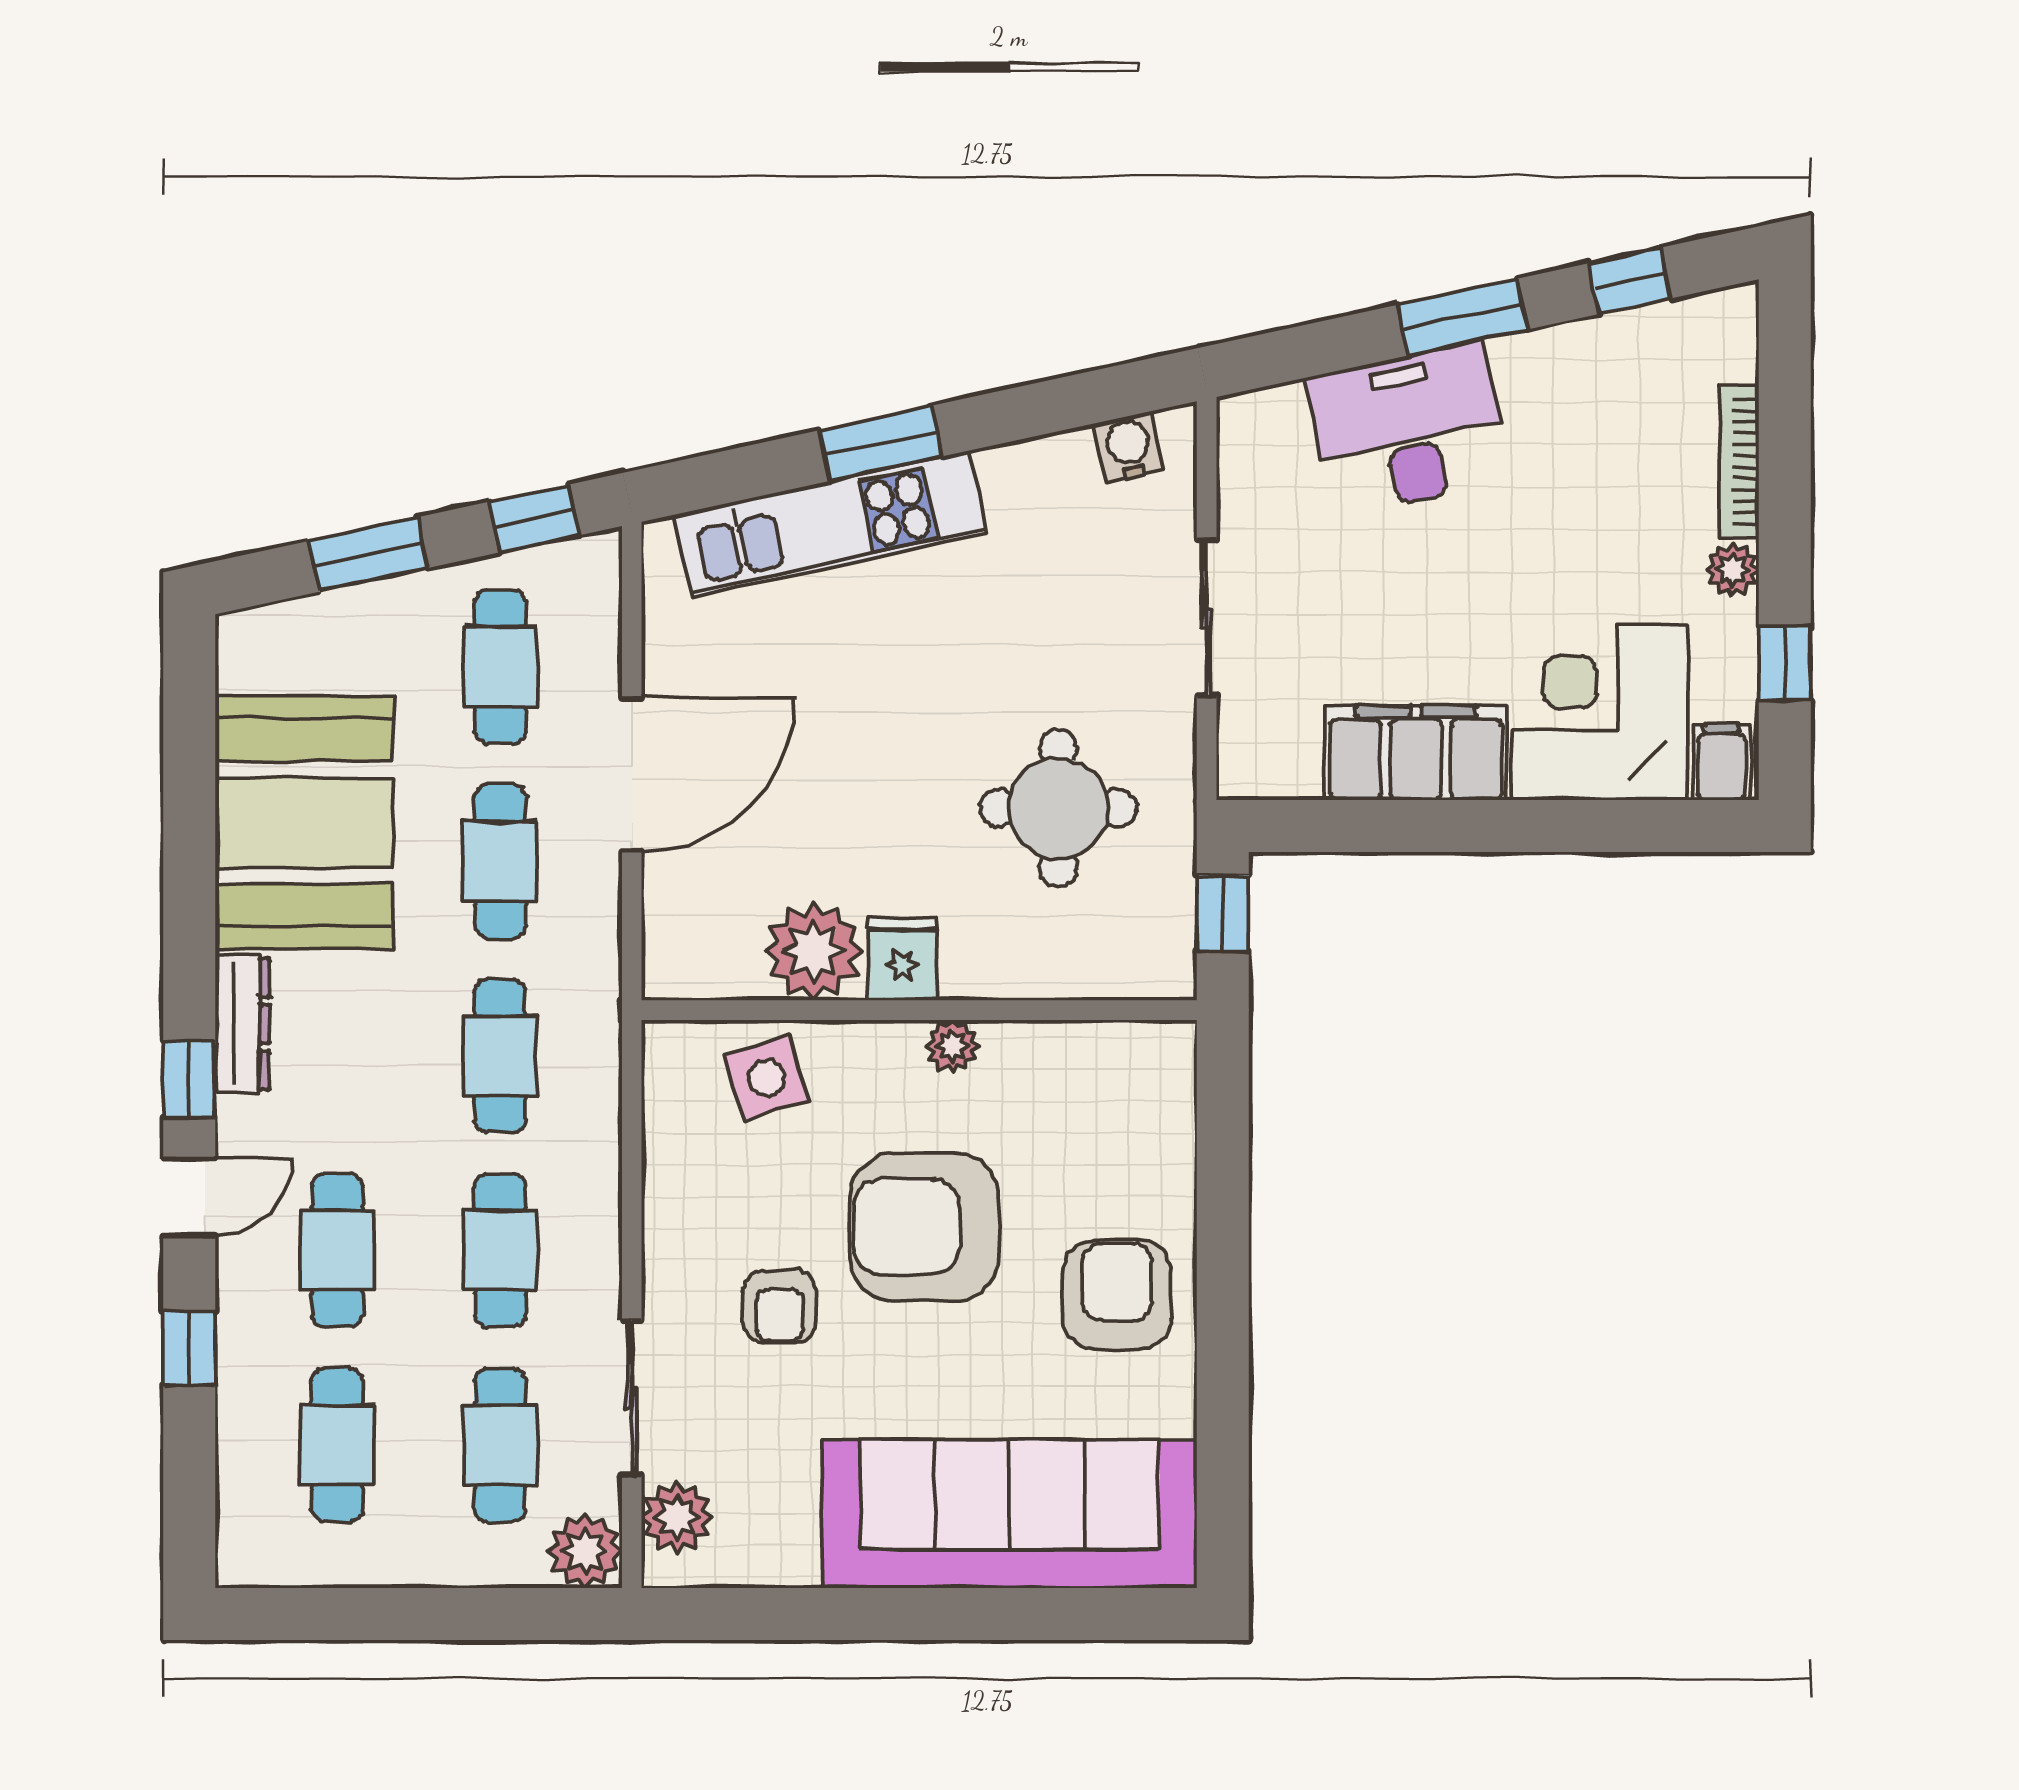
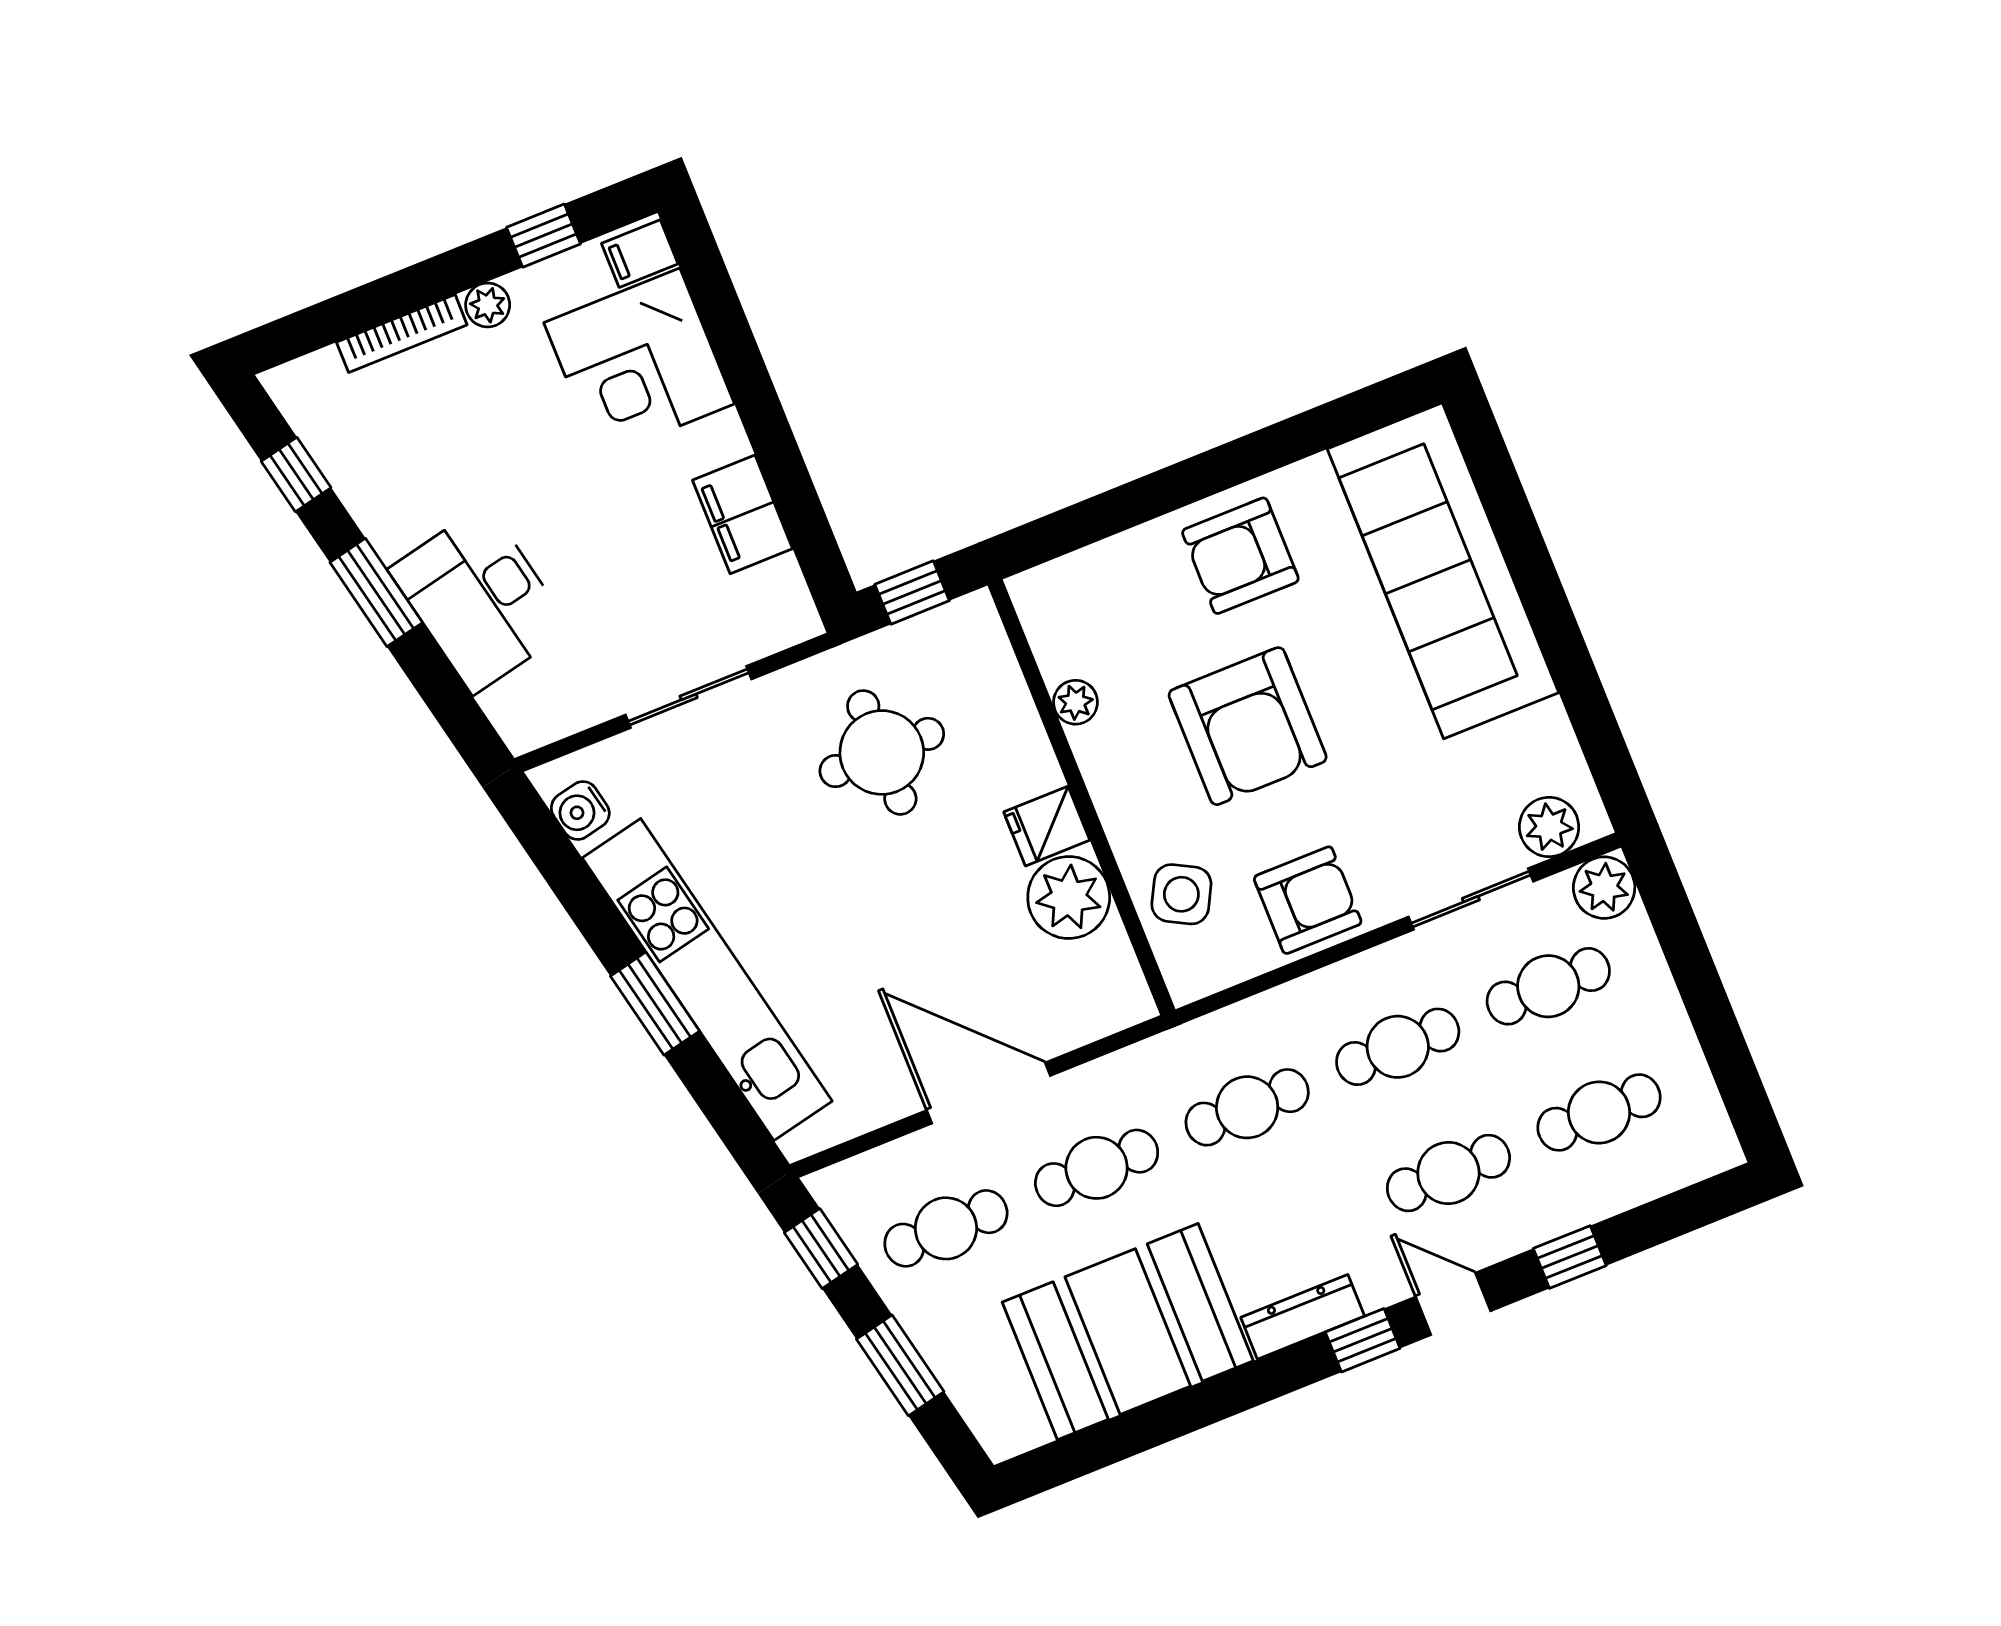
kitchen unit: (830, 524) -> (707, 979), width x1.36
filing cabinet: (1416, 753) -> (743, 514), width x0.67, depth x0.86
plant: (952, 1046) -> (1075, 702), moved
side table: (767, 1078) -> (1181, 894), turned 45
armchair: (780, 1306) -> (1308, 900), moved, width x1.38, depth x1.38

